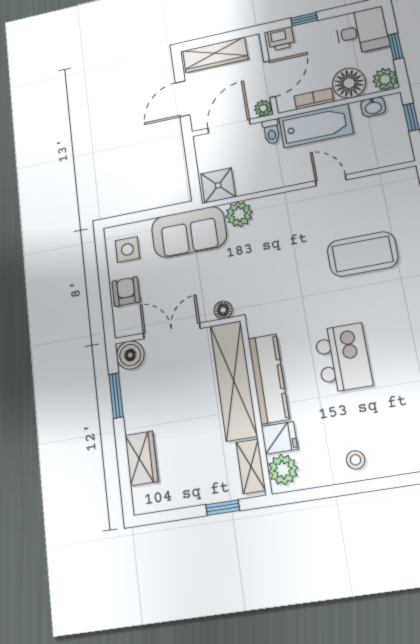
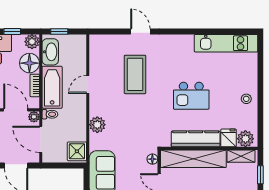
washbasin: (373, 107) -> (50, 52), width x1.91, depth x1.45
plant: (239, 214) -> (97, 125), moved
kitchen island: (343, 358) -> (191, 96), turned 180

